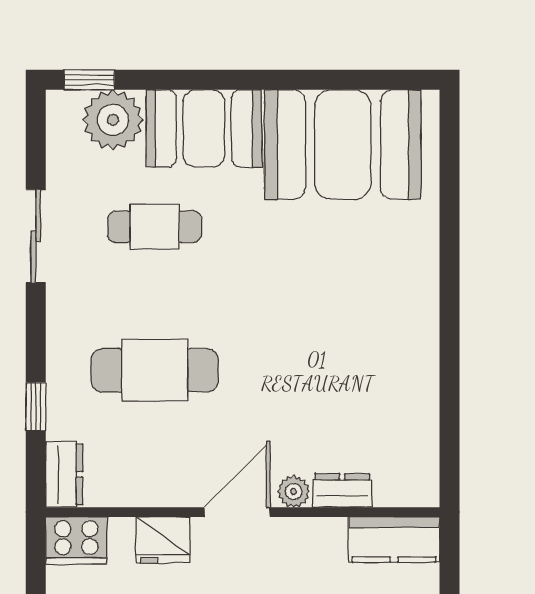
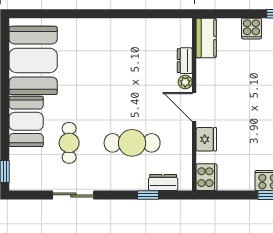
plant: (113, 120) -> (22, 161), removed
cafe table: (155, 370) -> (132, 143), turned 90
dresser: (64, 474) -> (163, 182), moved

